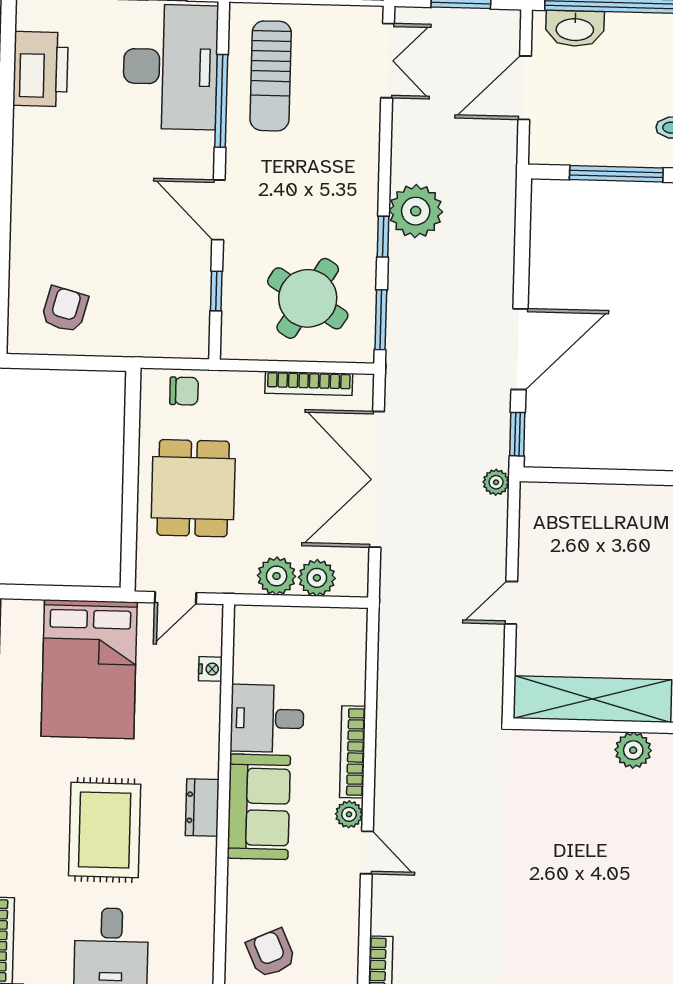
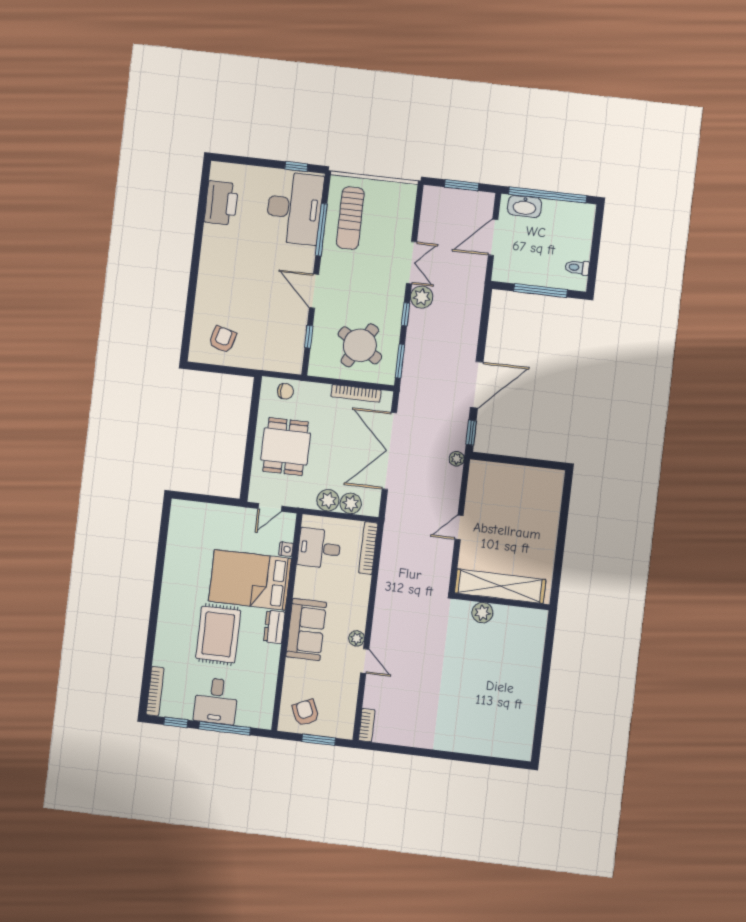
double door: (388, 61) -> (412, 263), moved
plant: (416, 211) -> (422, 297), width x0.73, depth x0.73
bed: (89, 669) -> (250, 580), moved, turned 90
desk: (267, 718) -> (319, 548), moved
plant: (633, 750) -> (482, 613), moved
bookcase: (353, 752) -> (368, 548), moved

